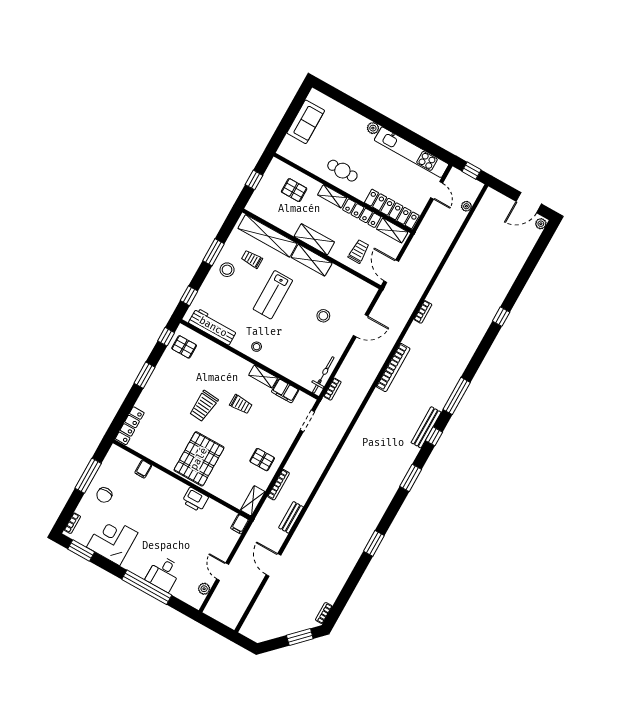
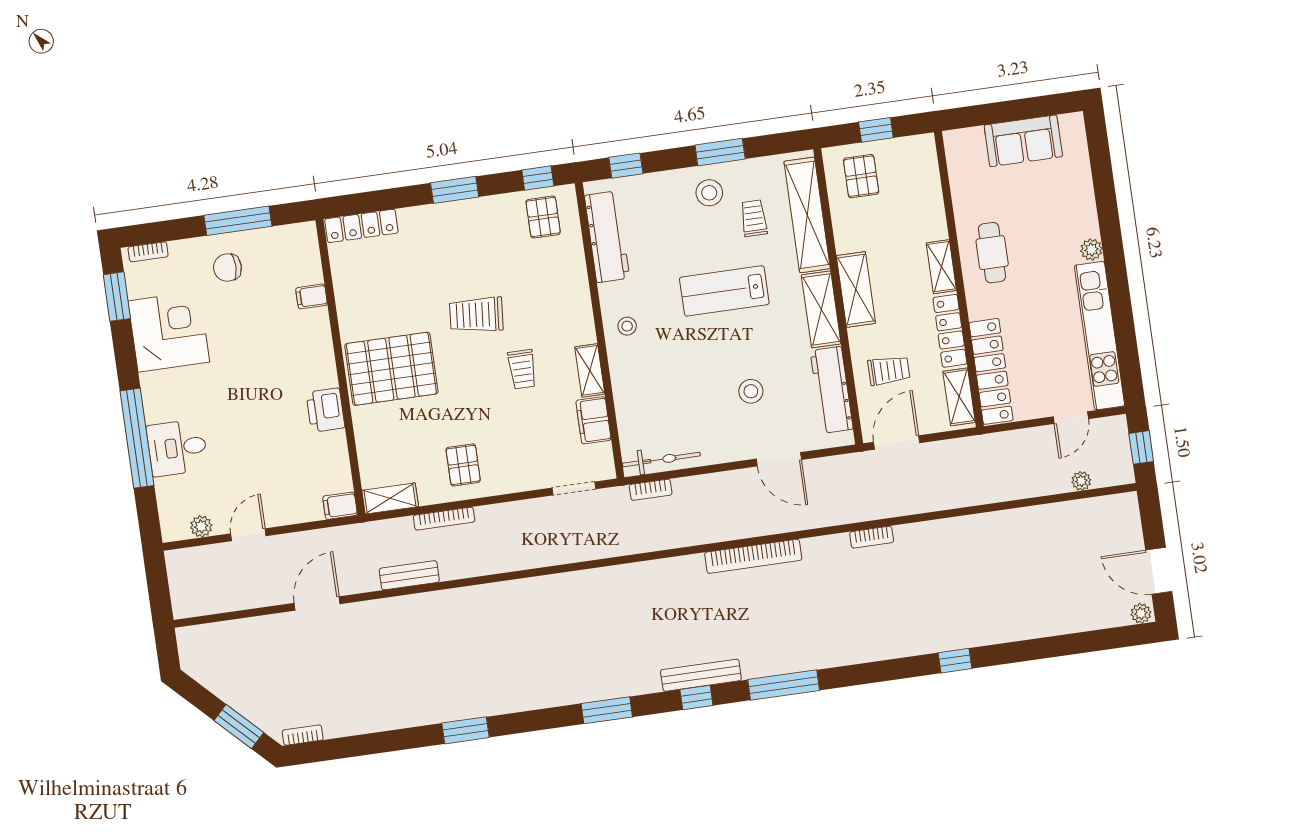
pallet: (294, 190) -> (861, 176), moved
workbench: (349, 282) -> (832, 390), added

